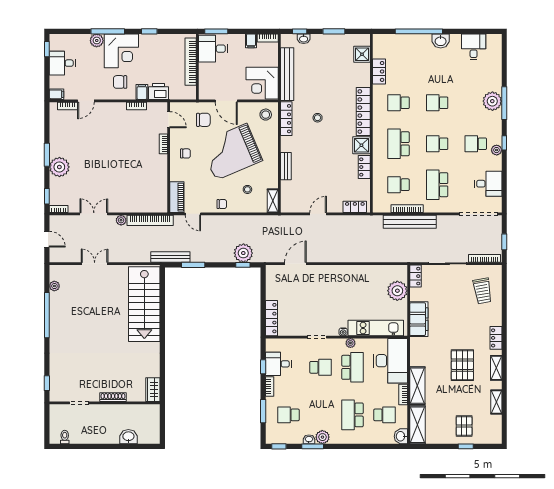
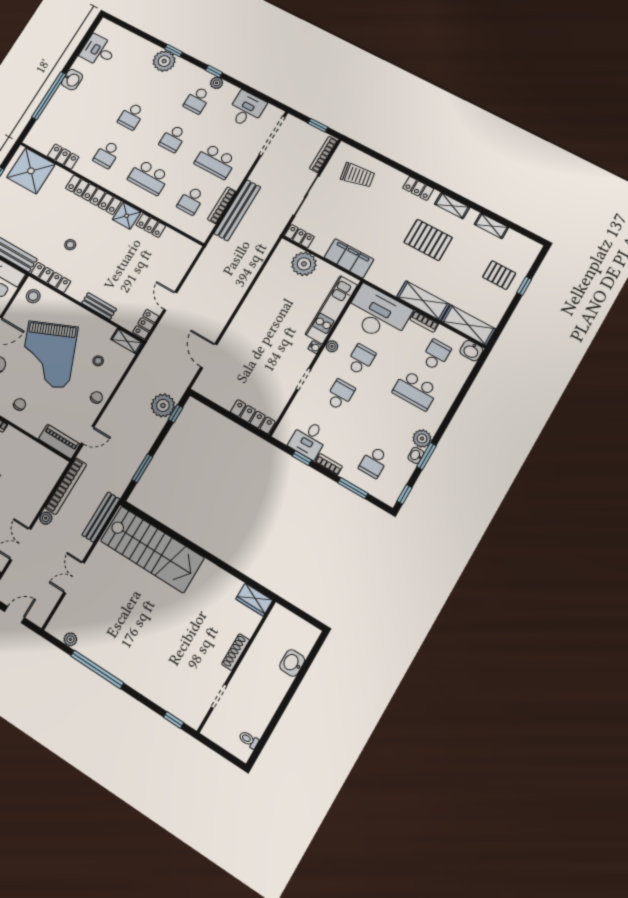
shower: (362, 54) -> (31, 171), width x1.86, depth x1.86
window: (504, 103) -> (174, 50), width x0.46
locker: (355, 207) -> (146, 324), moved
bench: (170, 257) -> (101, 517), moved
school desk: (352, 367) -> (361, 360), width x0.54

